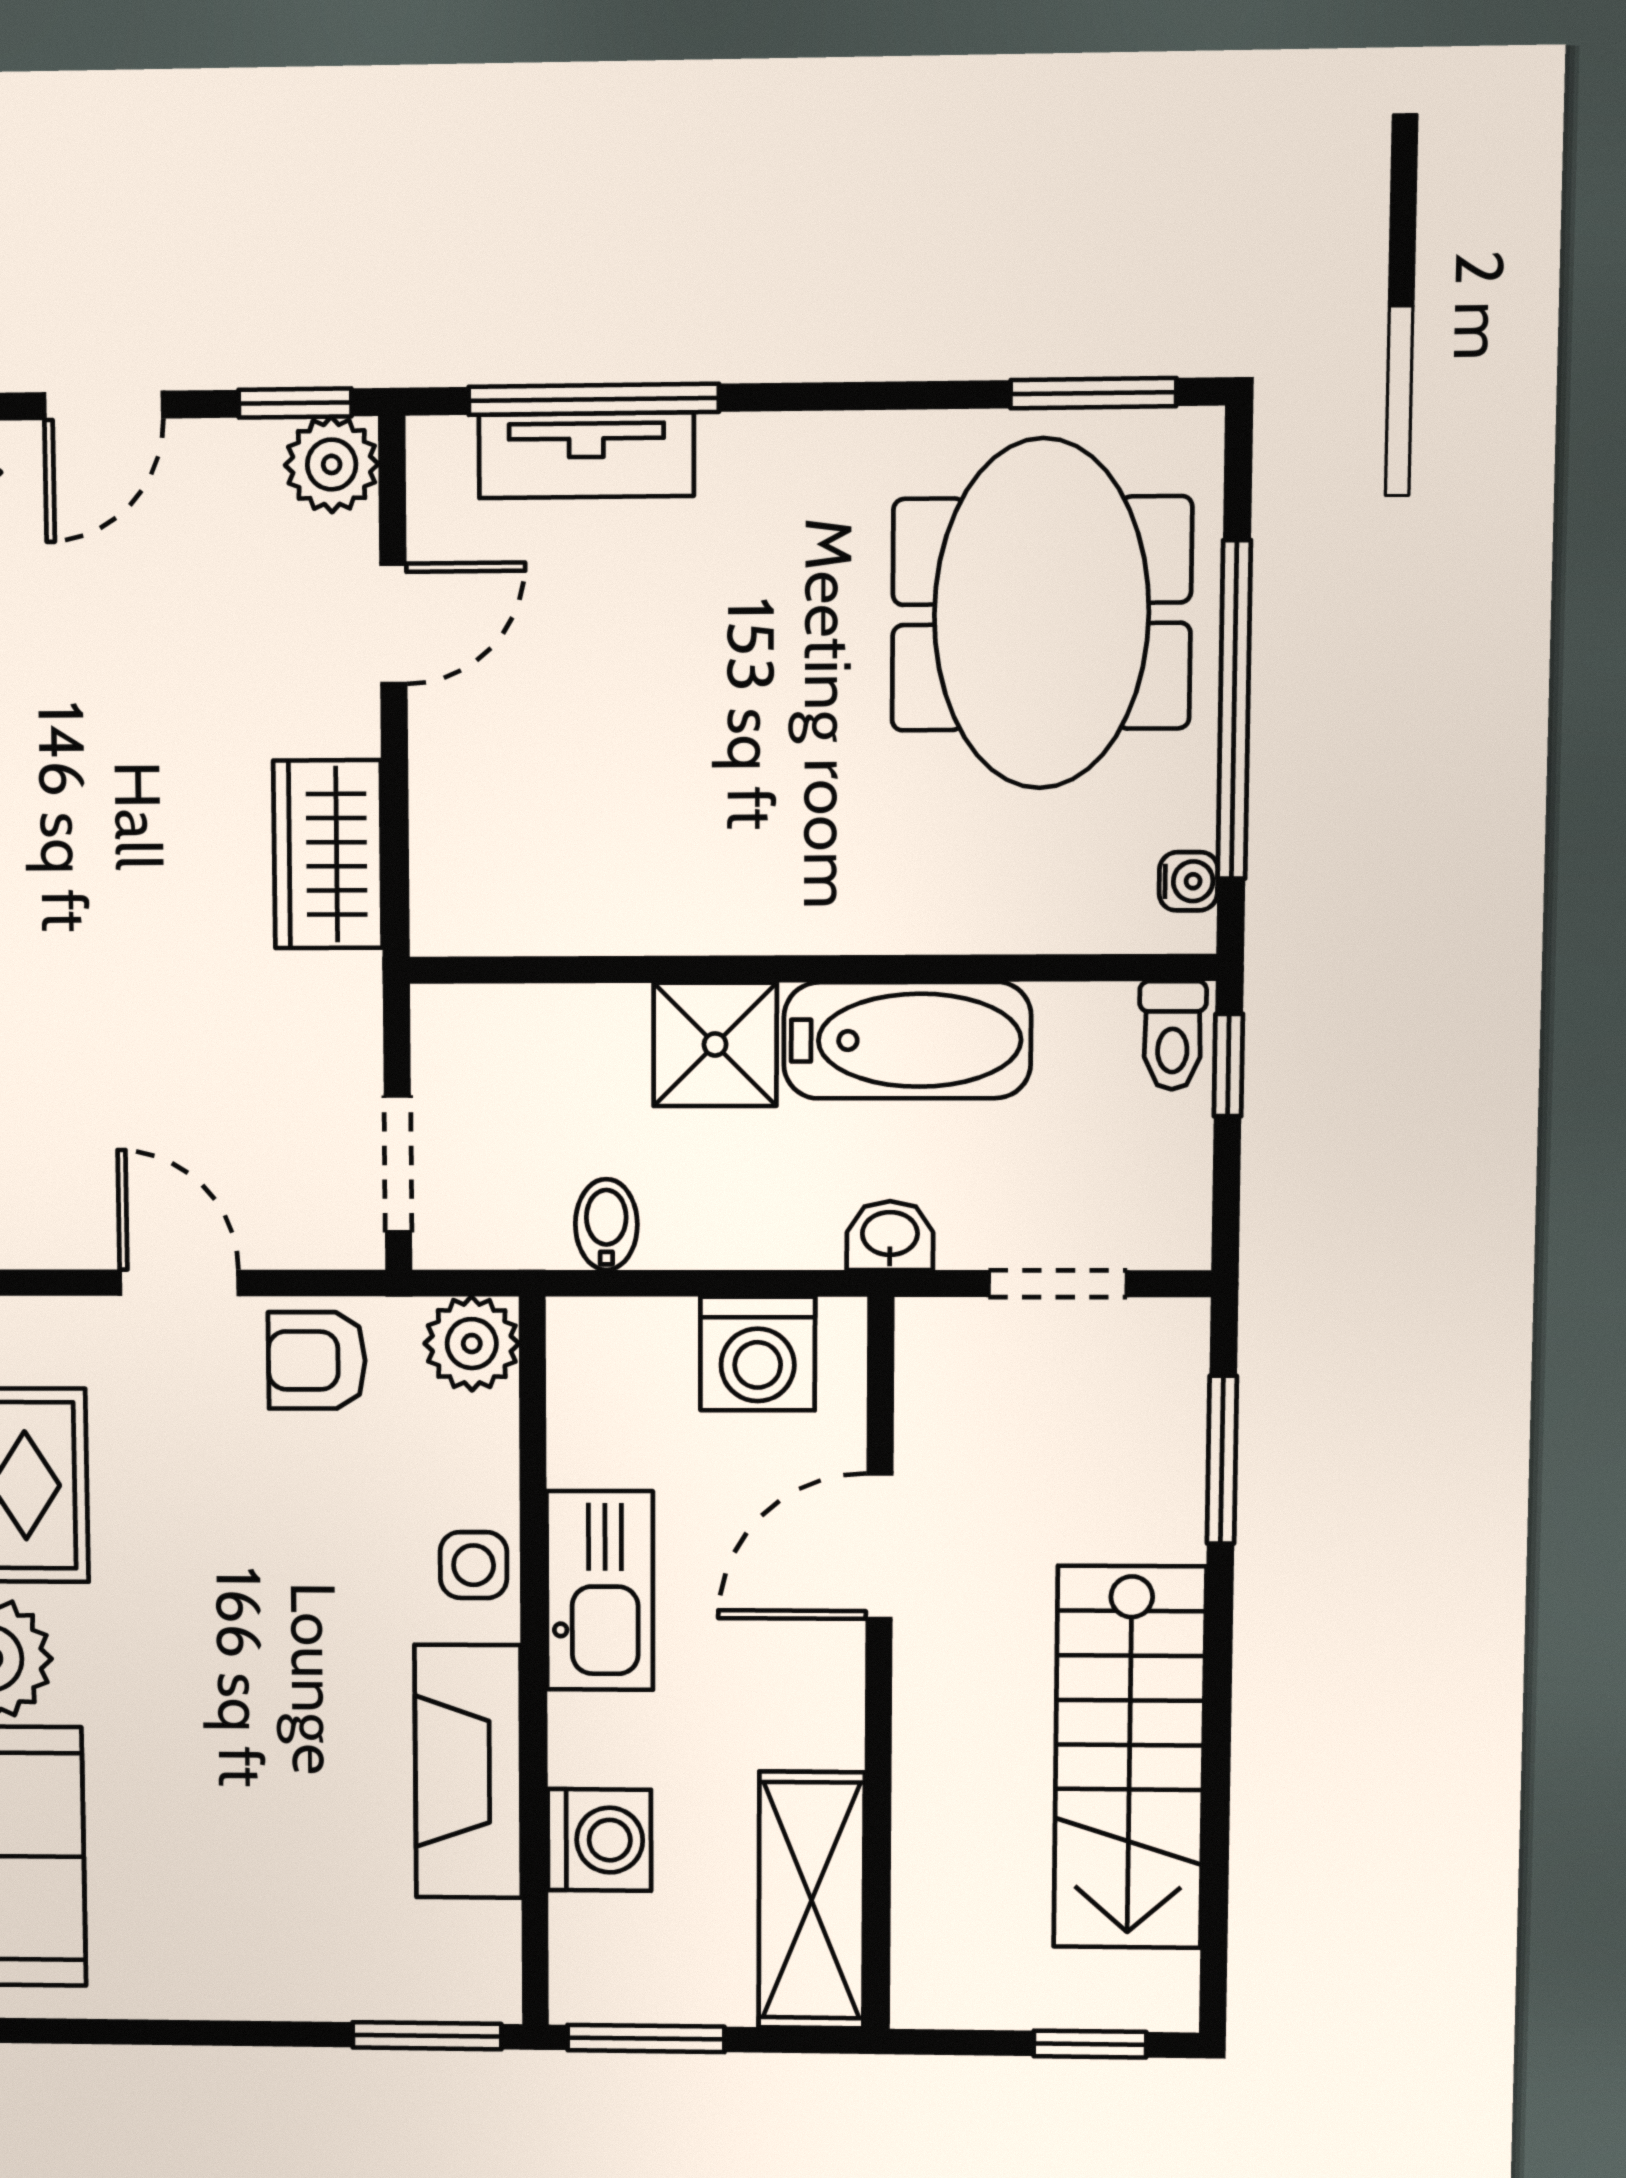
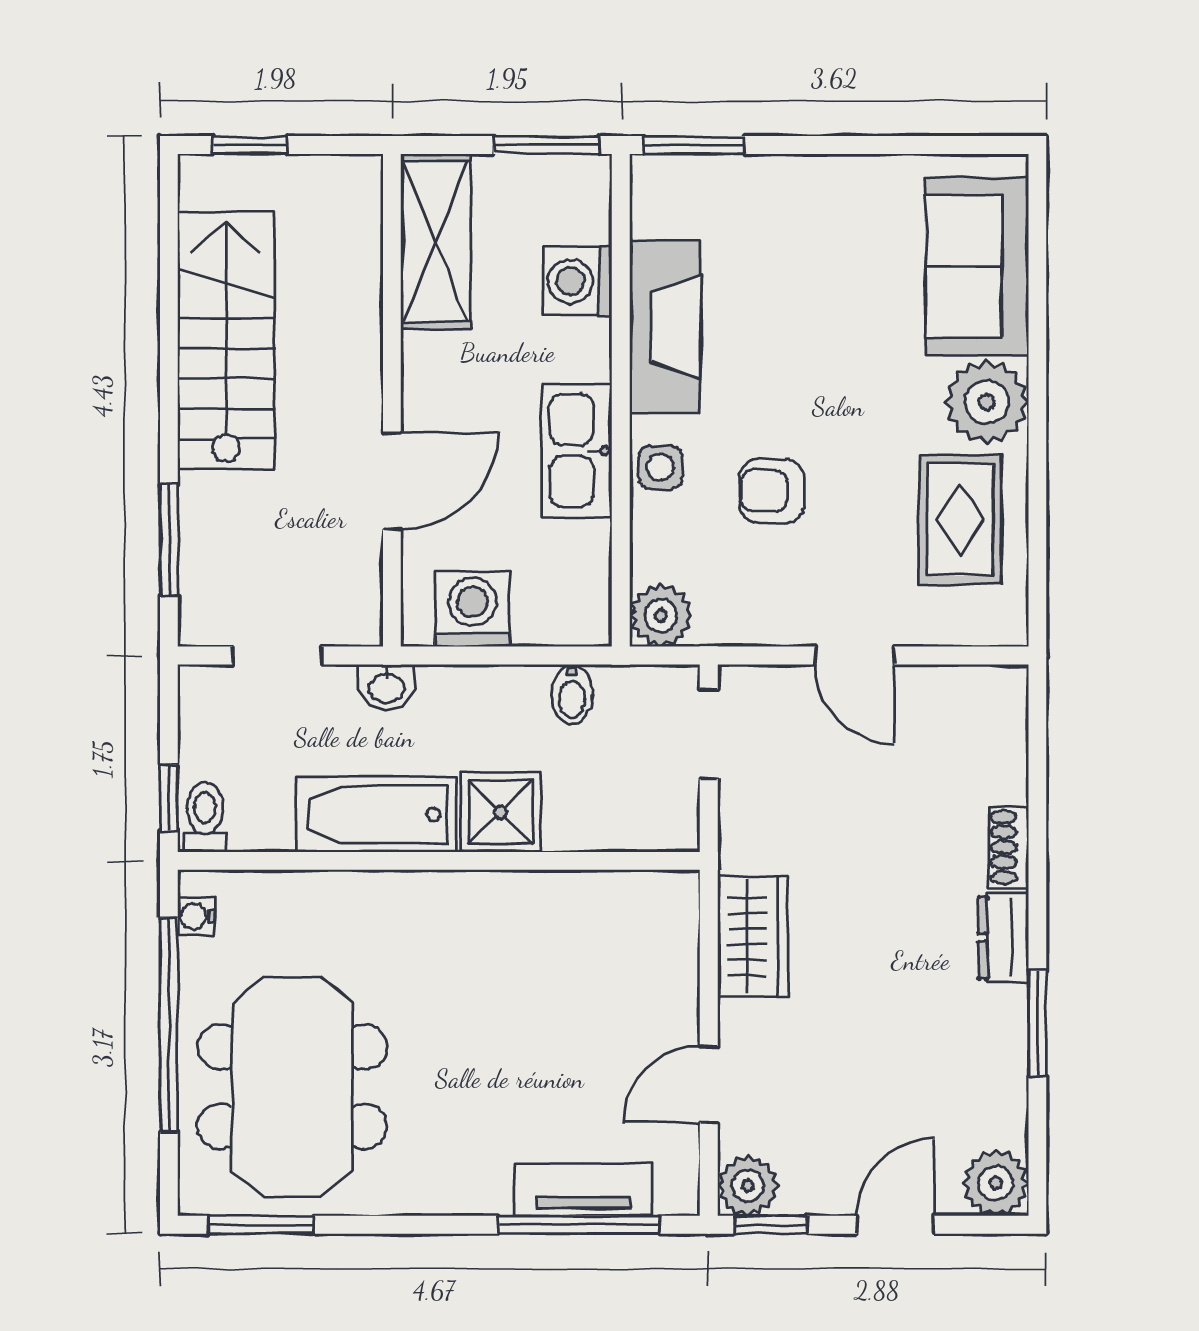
armchair: (317, 1360) -> (772, 491), moved, turned 180

